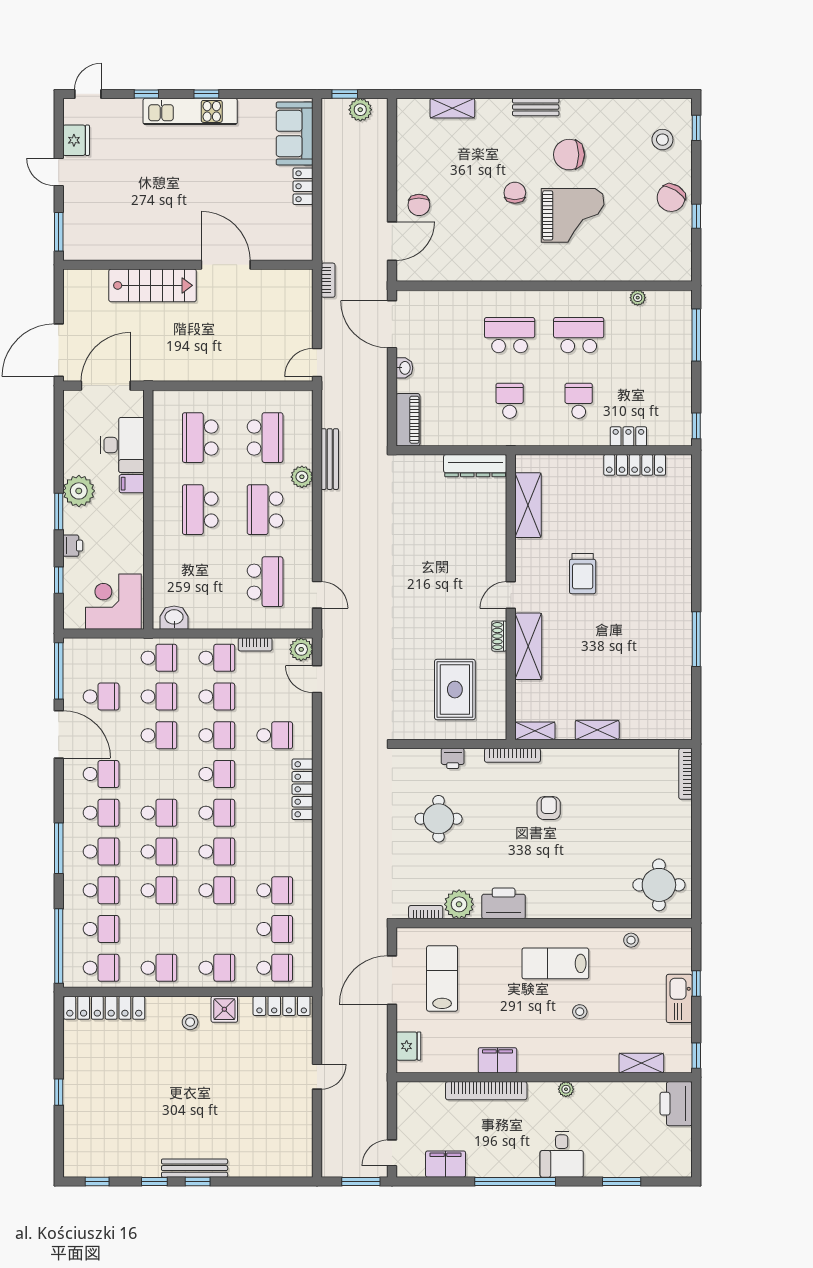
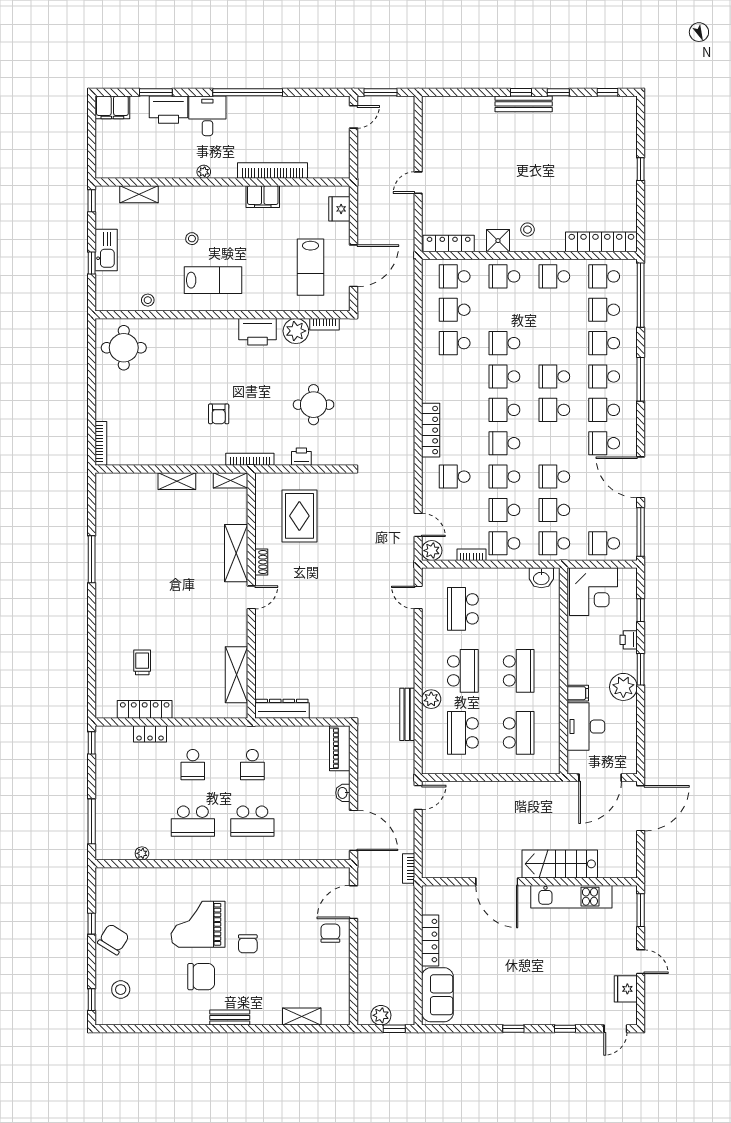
kitchen unit: (190, 111) -> (571, 897), moved, turned 180
locker: (303, 186) -> (430, 941), width x1.53
trolley: (583, 574) -> (142, 662), moved, width x0.73, depth x0.72
school desk: (101, 696) -> (604, 543), moved
school desk: (159, 890) -> (554, 343), removed
printer: (676, 1104) -> (168, 110), moved, turned 90
filing cabinet: (446, 1164) -> (112, 107), moved

